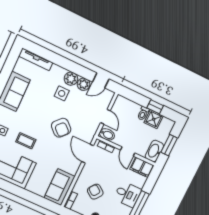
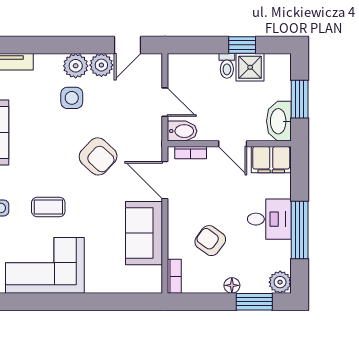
sofa: (59, 187) -> (144, 233), moved

